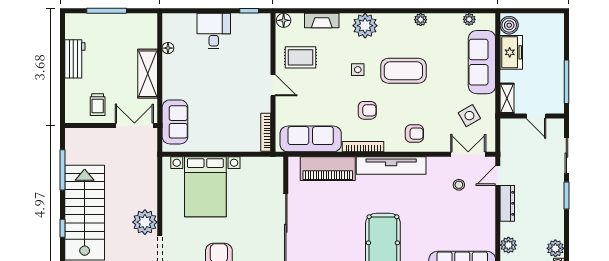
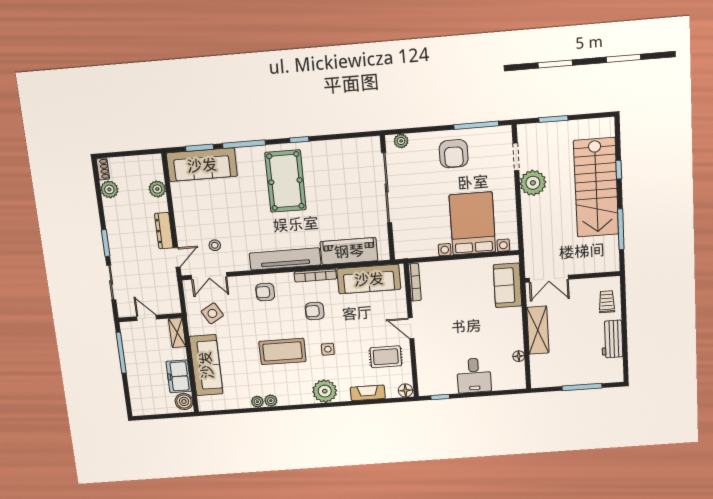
plant: (469, 19) -> (257, 402), moved
trolley: (98, 105) -> (607, 302), moved

